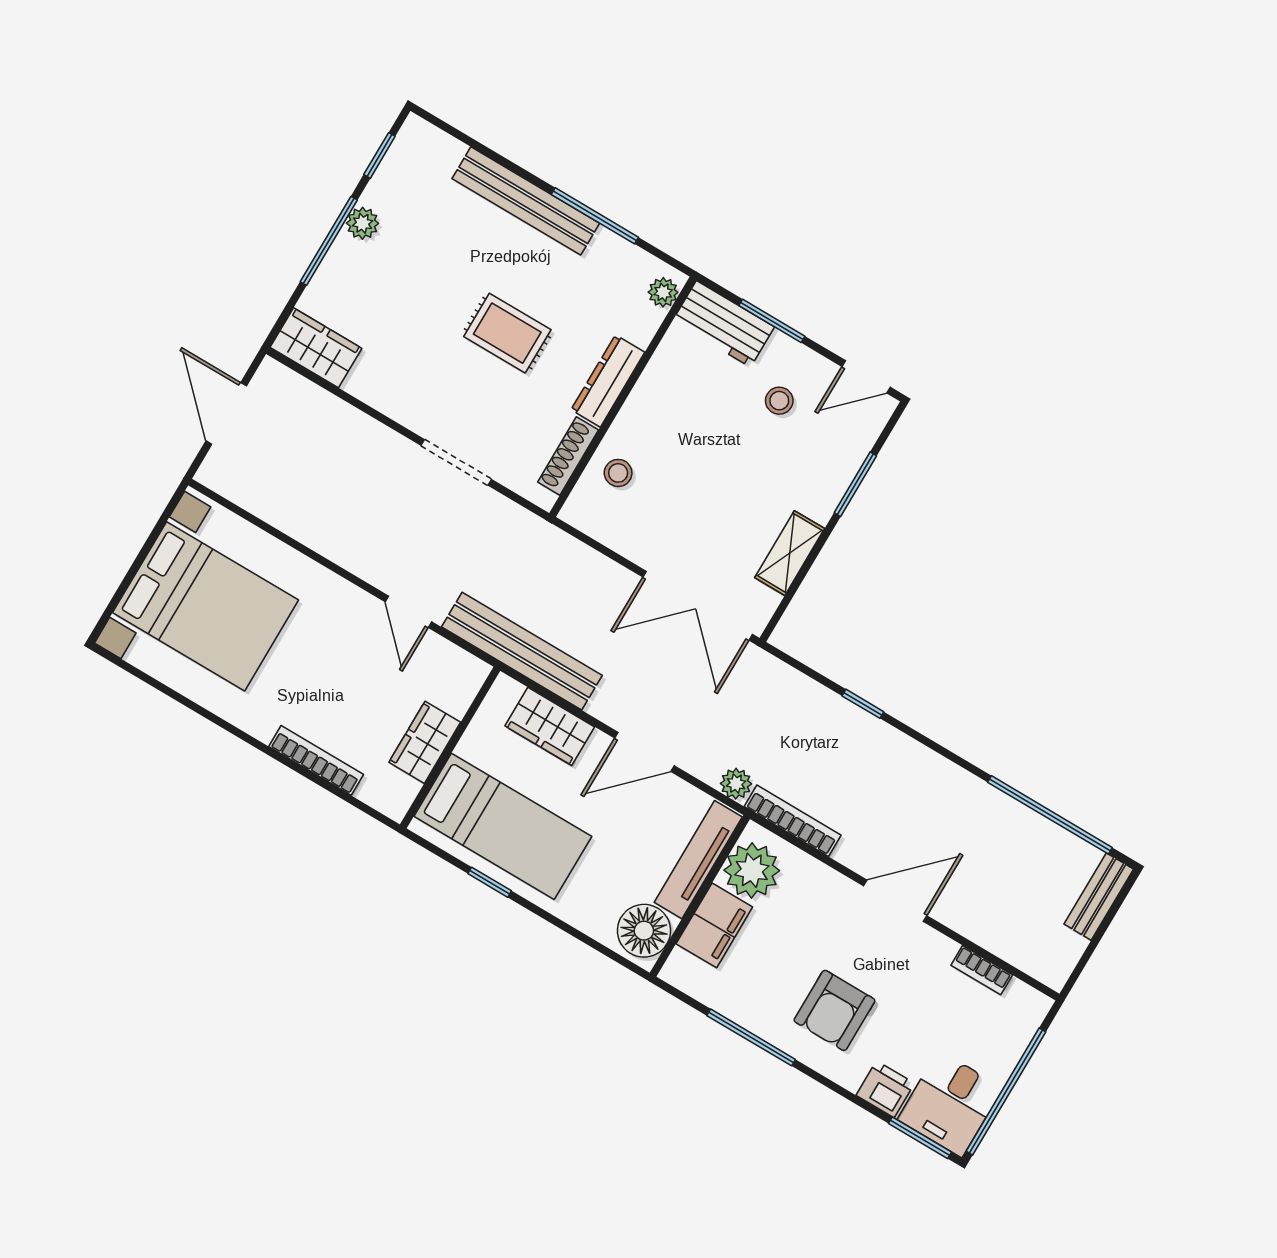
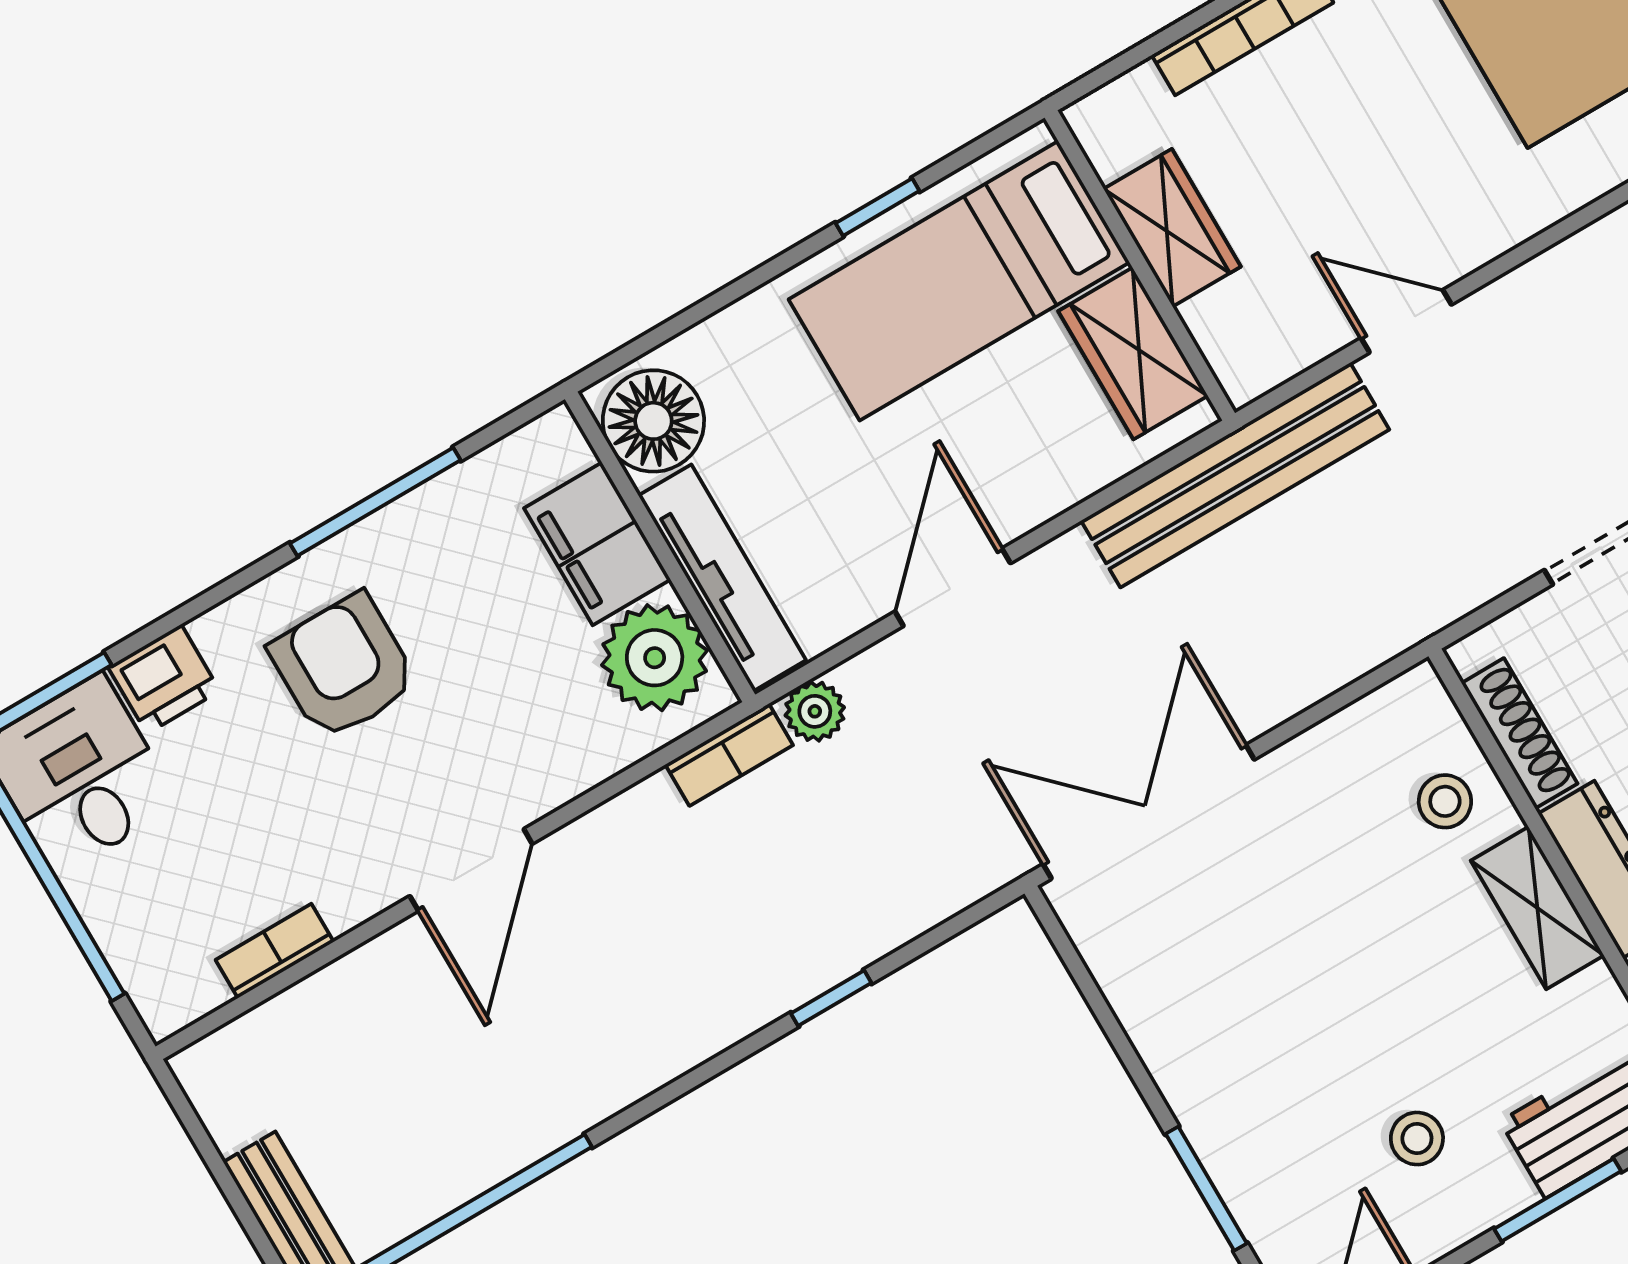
shelving: (790, 553) -> (1537, 908), moved
wardrobe: (550, 726) -> (1133, 353), moved, turned -90
bookcase: (793, 821) -> (729, 755), width x0.64

